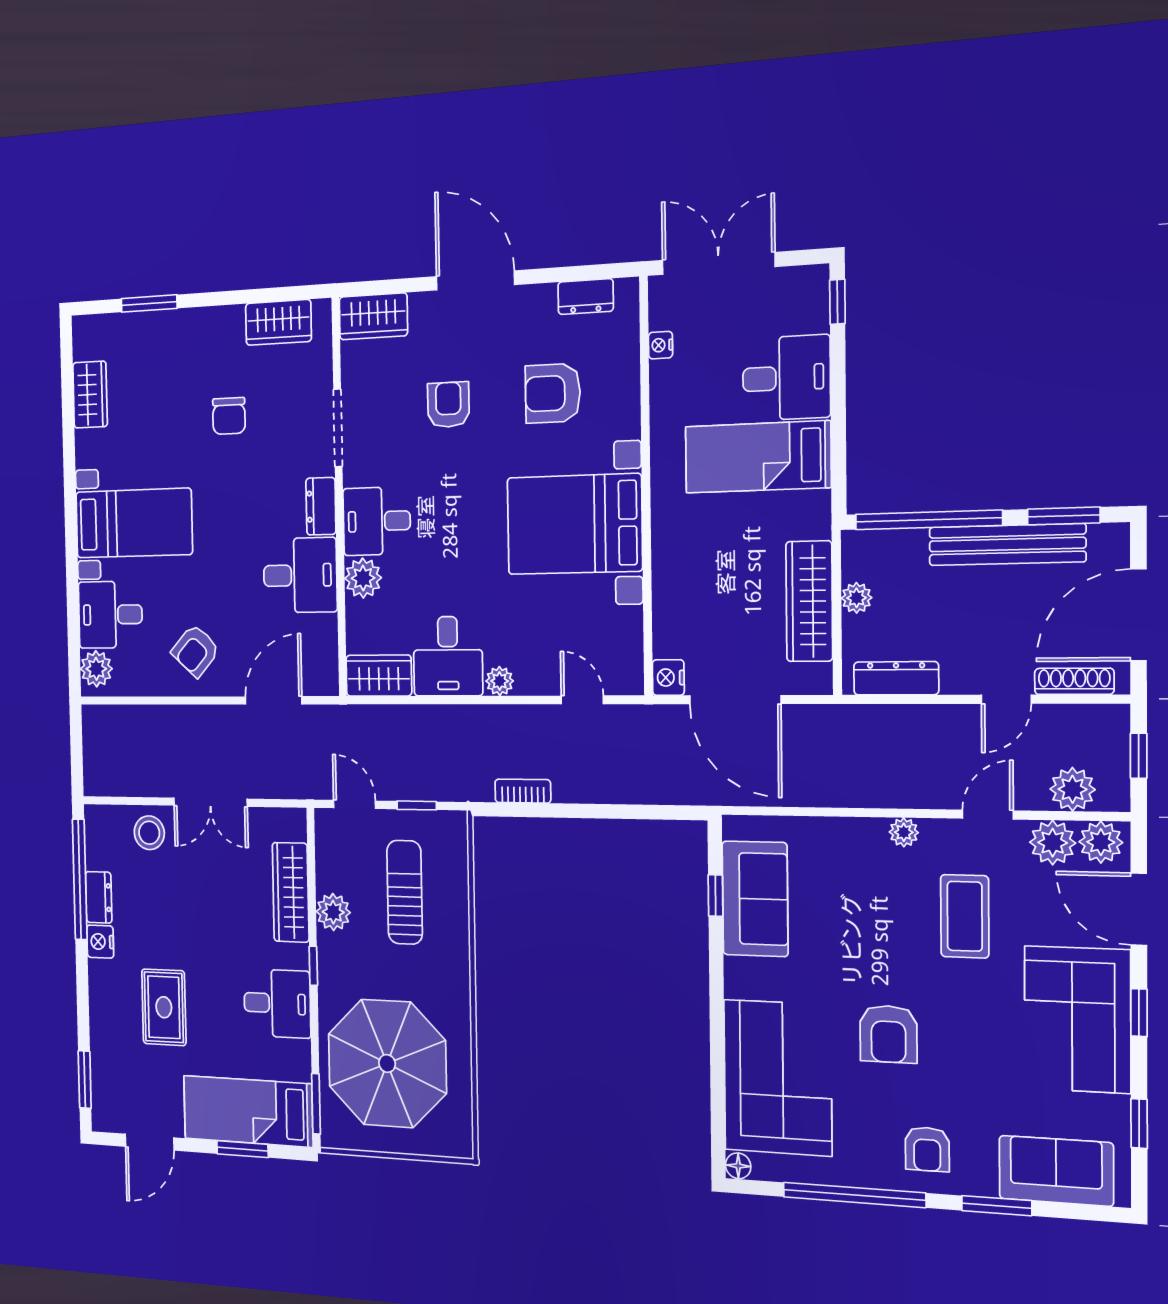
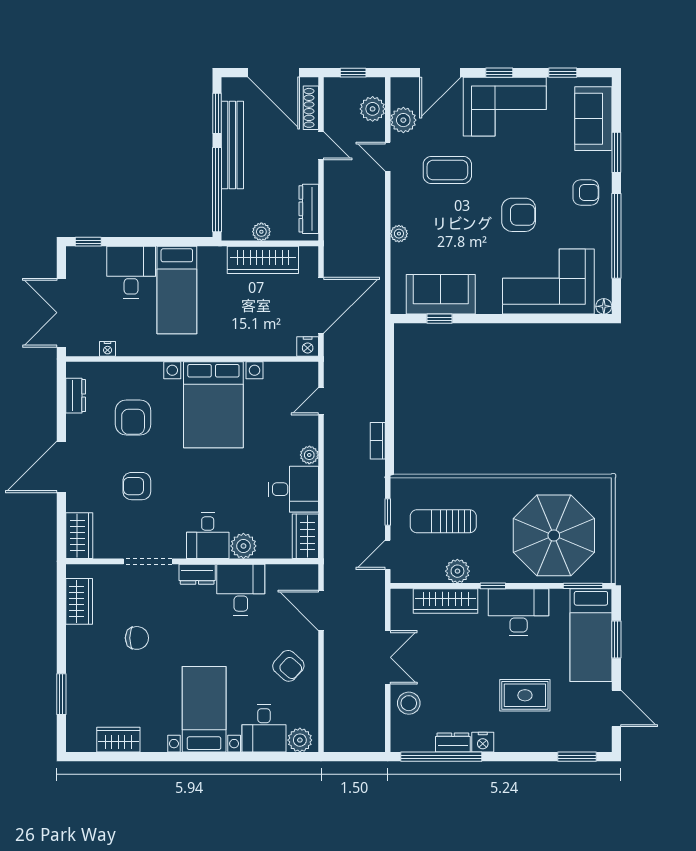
plant: (904, 832) -> (399, 234), moved
plant: (1101, 842) -> (402, 93), removed
desk: (277, 1003) -> (519, 612), width x1.37

